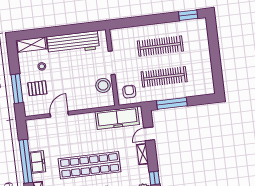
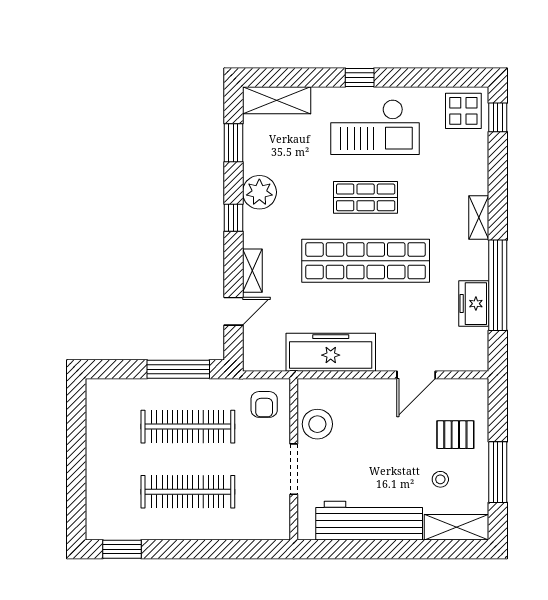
window: (17, 89) -> (498, 472), moved
freezer: (117, 118) -> (331, 352), moved
freezer: (37, 162) -> (474, 304), moved

